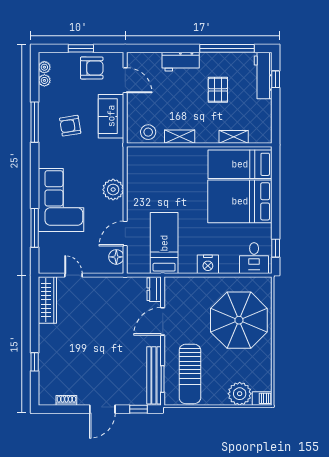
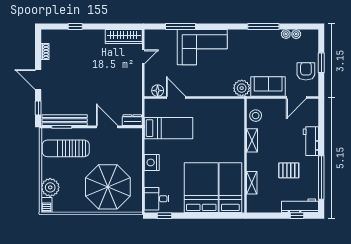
plant: (44, 67) -> (286, 34), moved
armchair: (92, 68) -> (306, 71), turned 180
armchair: (70, 126) -> (261, 54), removed
plant: (113, 190) -> (242, 88), moved

